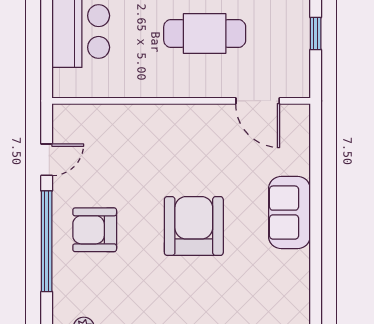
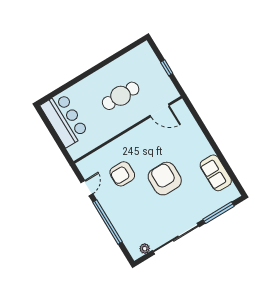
sofa: (289, 213) -> (216, 173), moved
armchair: (95, 230) -> (122, 174), moved

